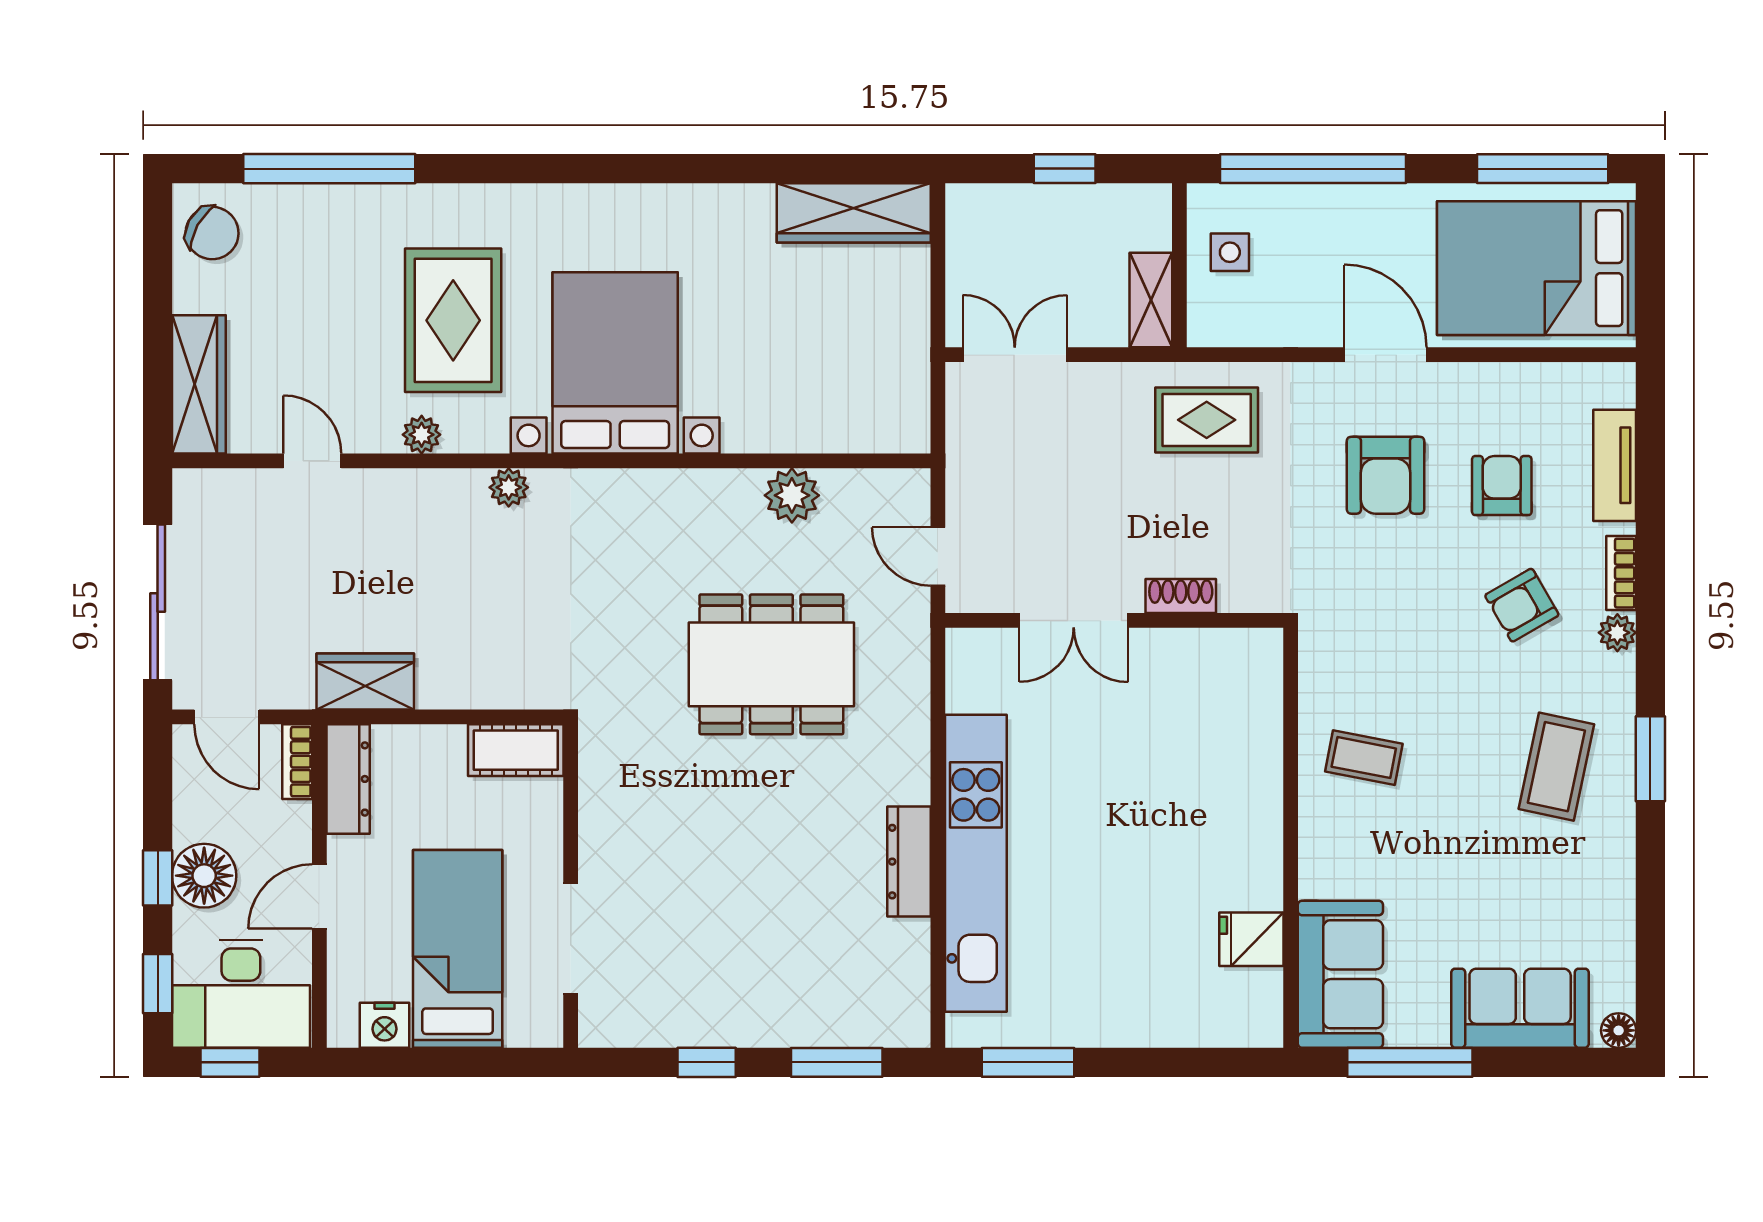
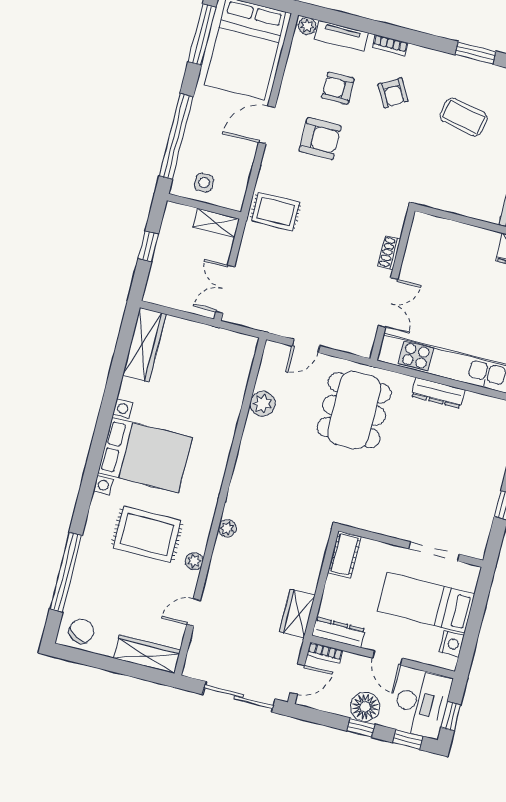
bed with nightstands: (615, 363) -> (145, 455), moved, turned 180
rug: (1207, 420) -> (276, 212), turned 90
shoe rack: (1181, 596) -> (389, 253), moved
double door: (1074, 620) -> (388, 303), moved
wall: (1114, 620) -> (393, 285), moved
plant: (1617, 633) -> (307, 26), moved
dining table: (771, 664) -> (354, 410), moved
coffee table: (1364, 758) -> (443, 180), removed
coffee table: (1556, 767) -> (464, 117), moved

